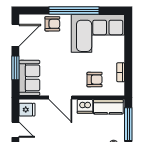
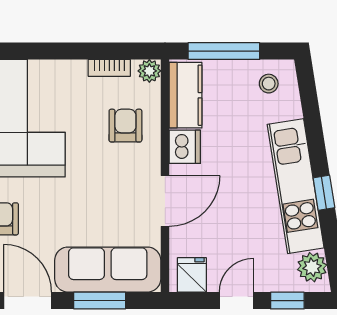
sofa: (29, 78) -> (108, 270), width x1.36
plant: (119, 90) -> (149, 71), added

